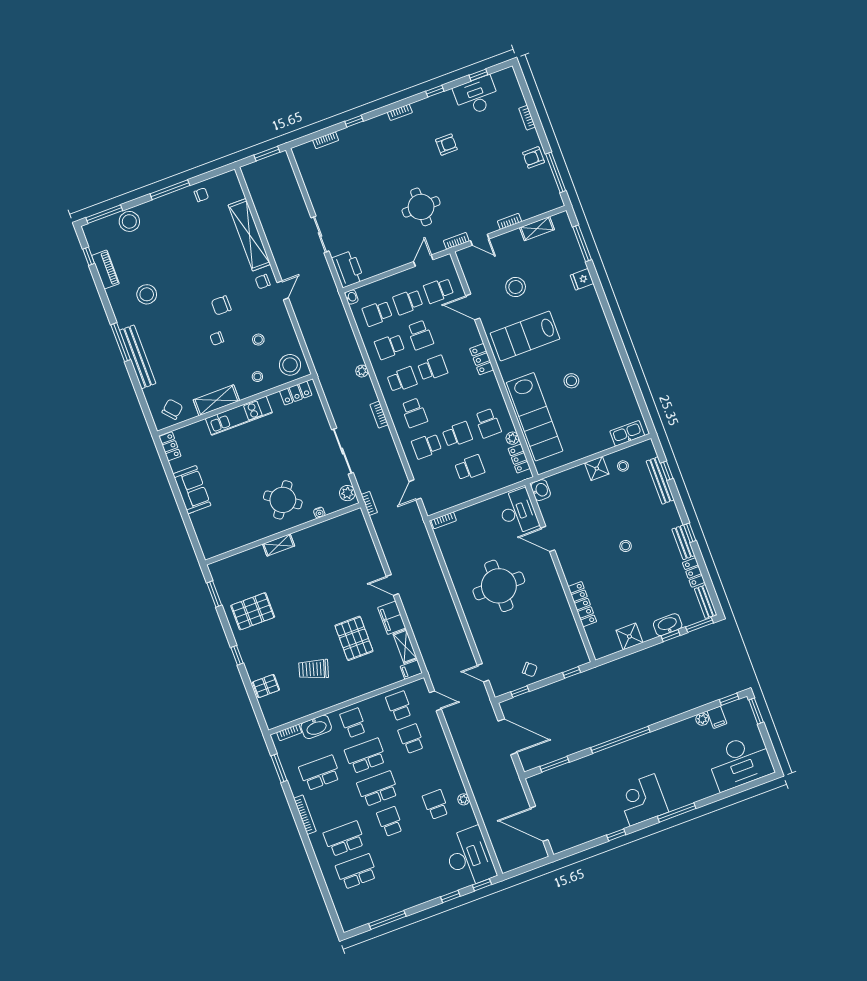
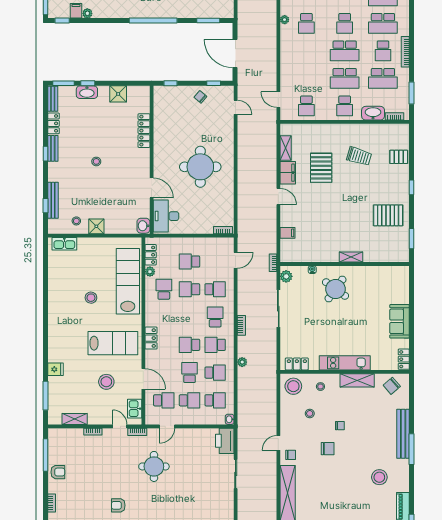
kitchen sink: (470, 267) -> (135, 409), added
filing cabinet: (411, 670) -> (288, 233), moved
school desk: (411, 739) -> (383, 51), moved

